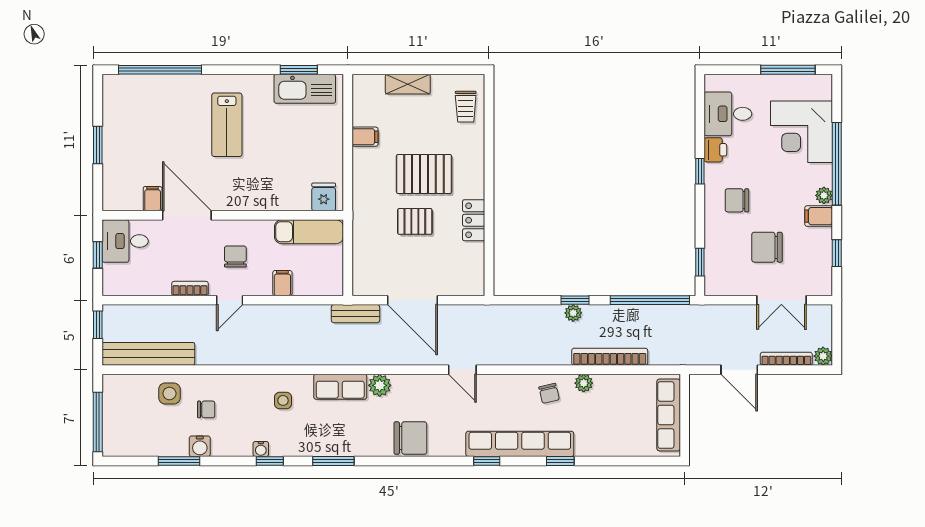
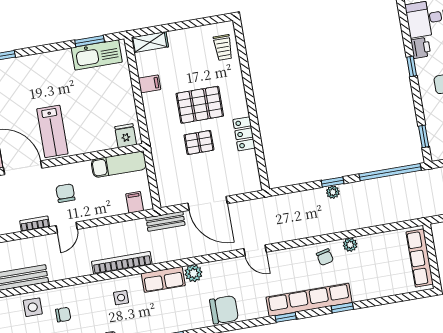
shelving: (408, 84) -> (150, 42), moved
lab bench: (227, 125) -> (52, 131), moved
filing cabinet: (282, 283) -> (135, 202), moved
bookcase: (610, 357) -> (122, 263), moved

